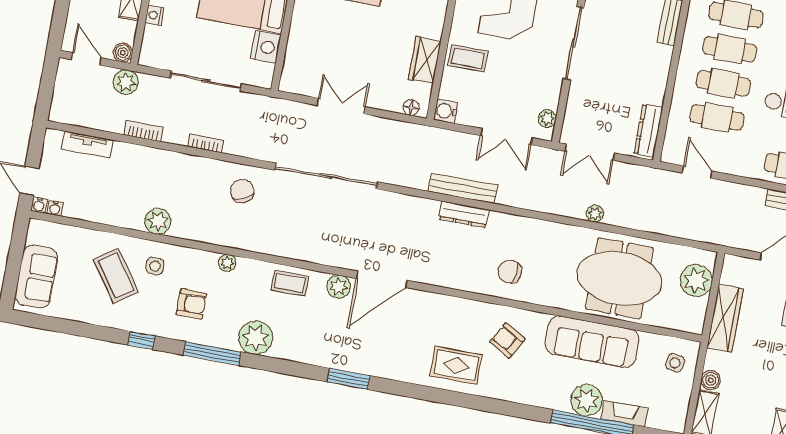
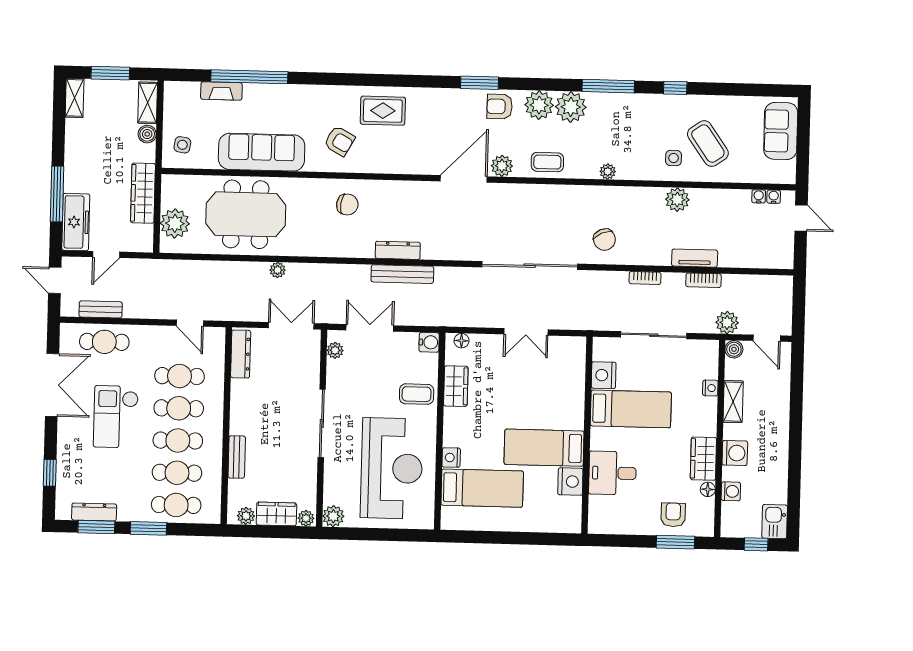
tv unit: (87, 145) -> (695, 258), moved
water cooler: (39, 205) -> (759, 196), moved
armchair: (191, 304) -> (500, 107), moved
plant: (587, 400) -> (539, 105), moved

